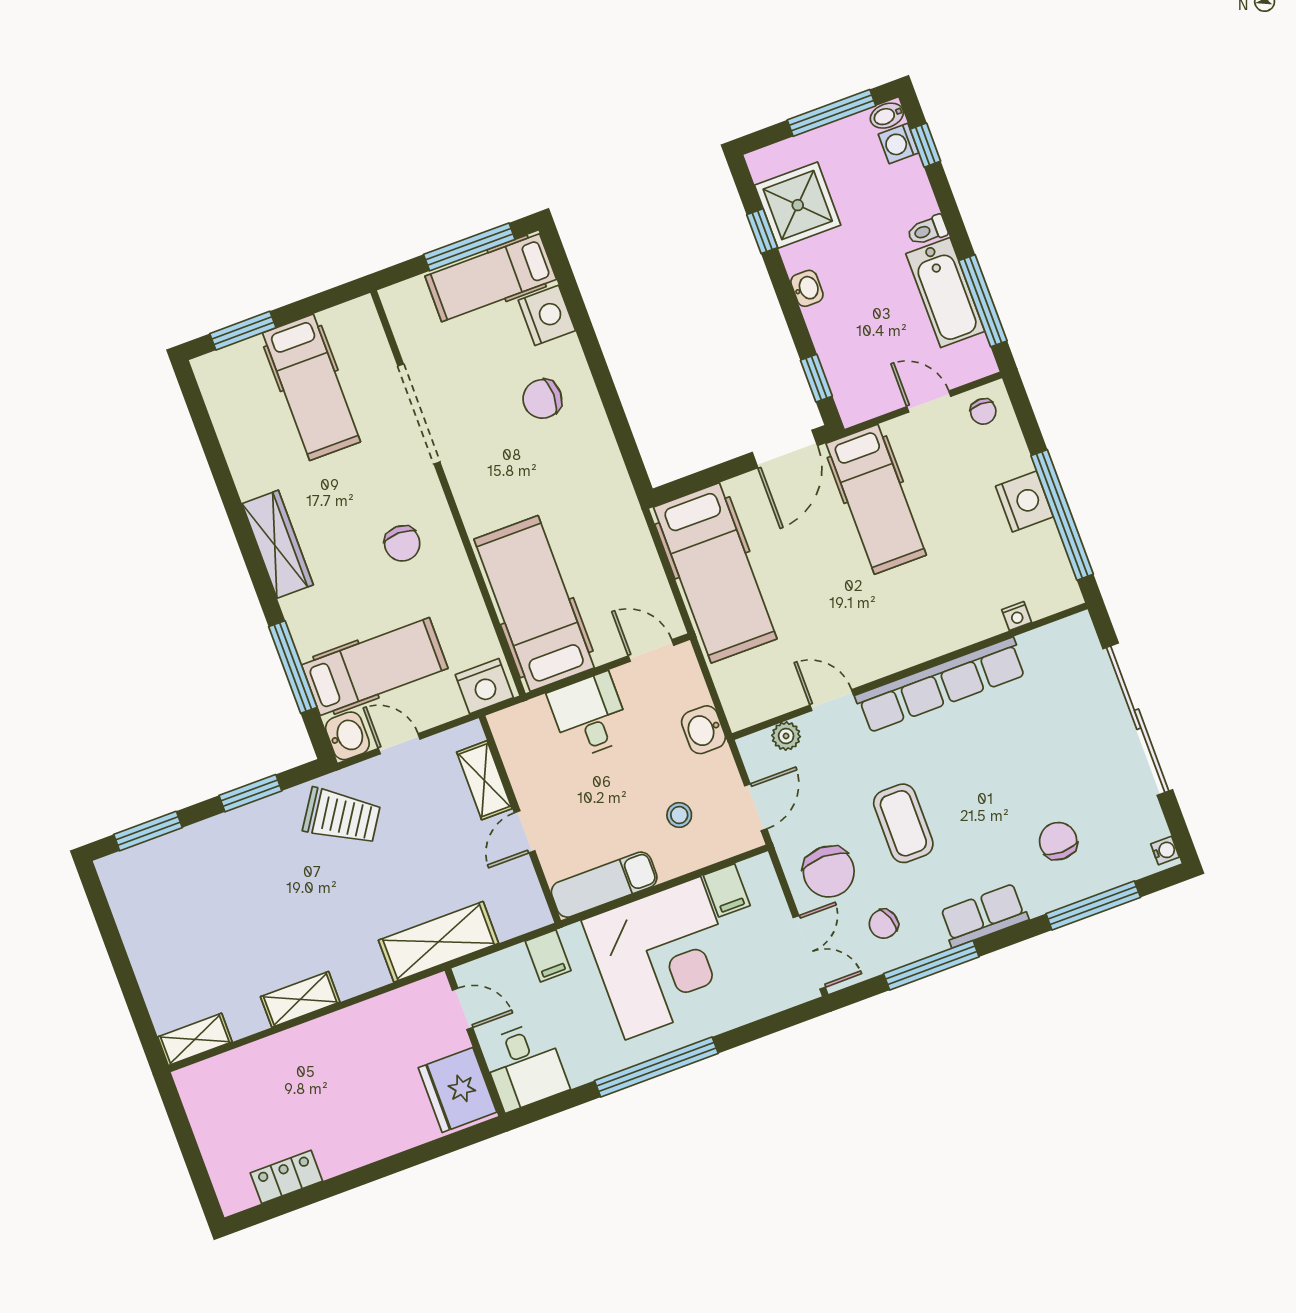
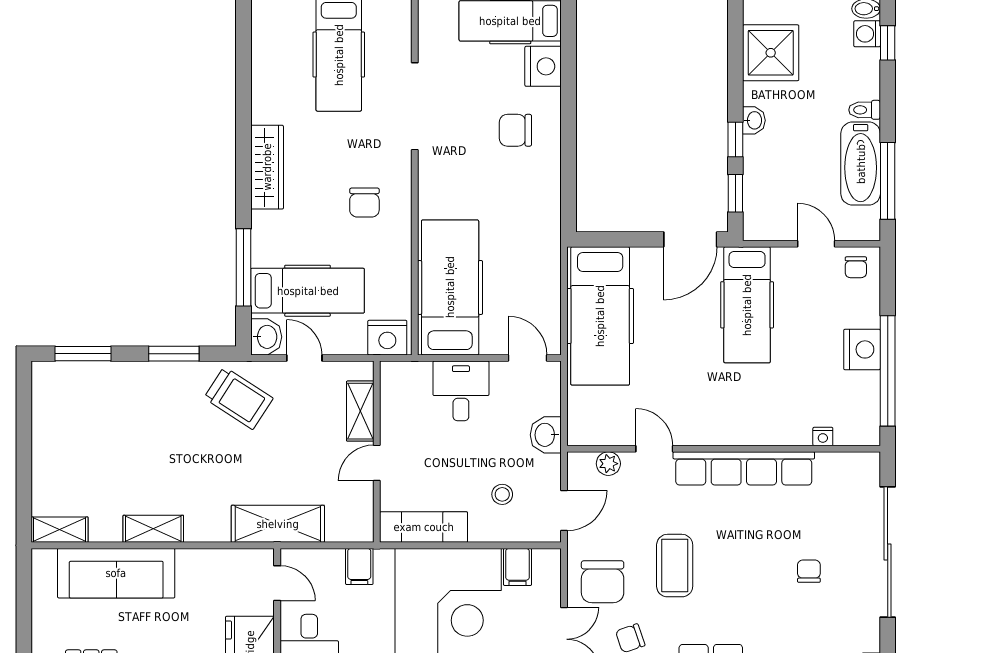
window: (762, 231) -> (735, 140), moved
chair: (1058, 841) -> (809, 571), moved, width x0.73, depth x0.73
sofa: (277, 1065) -> (116, 573), added

